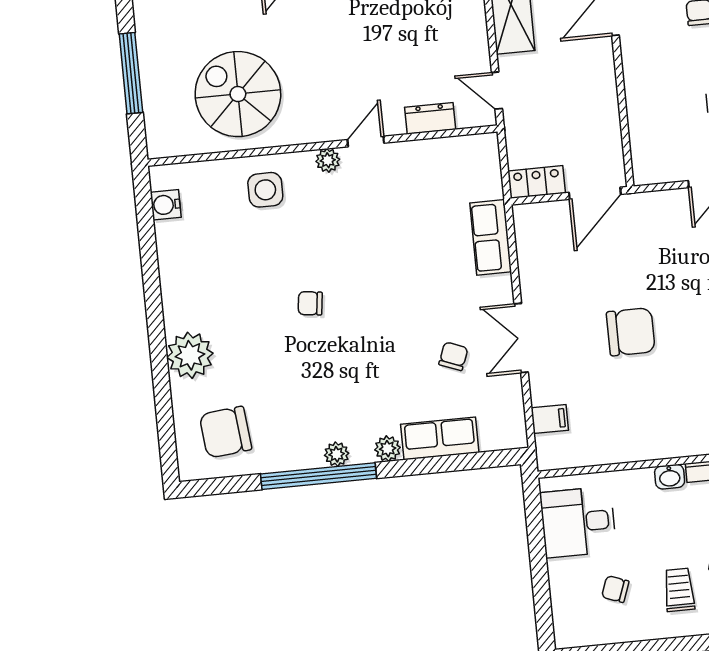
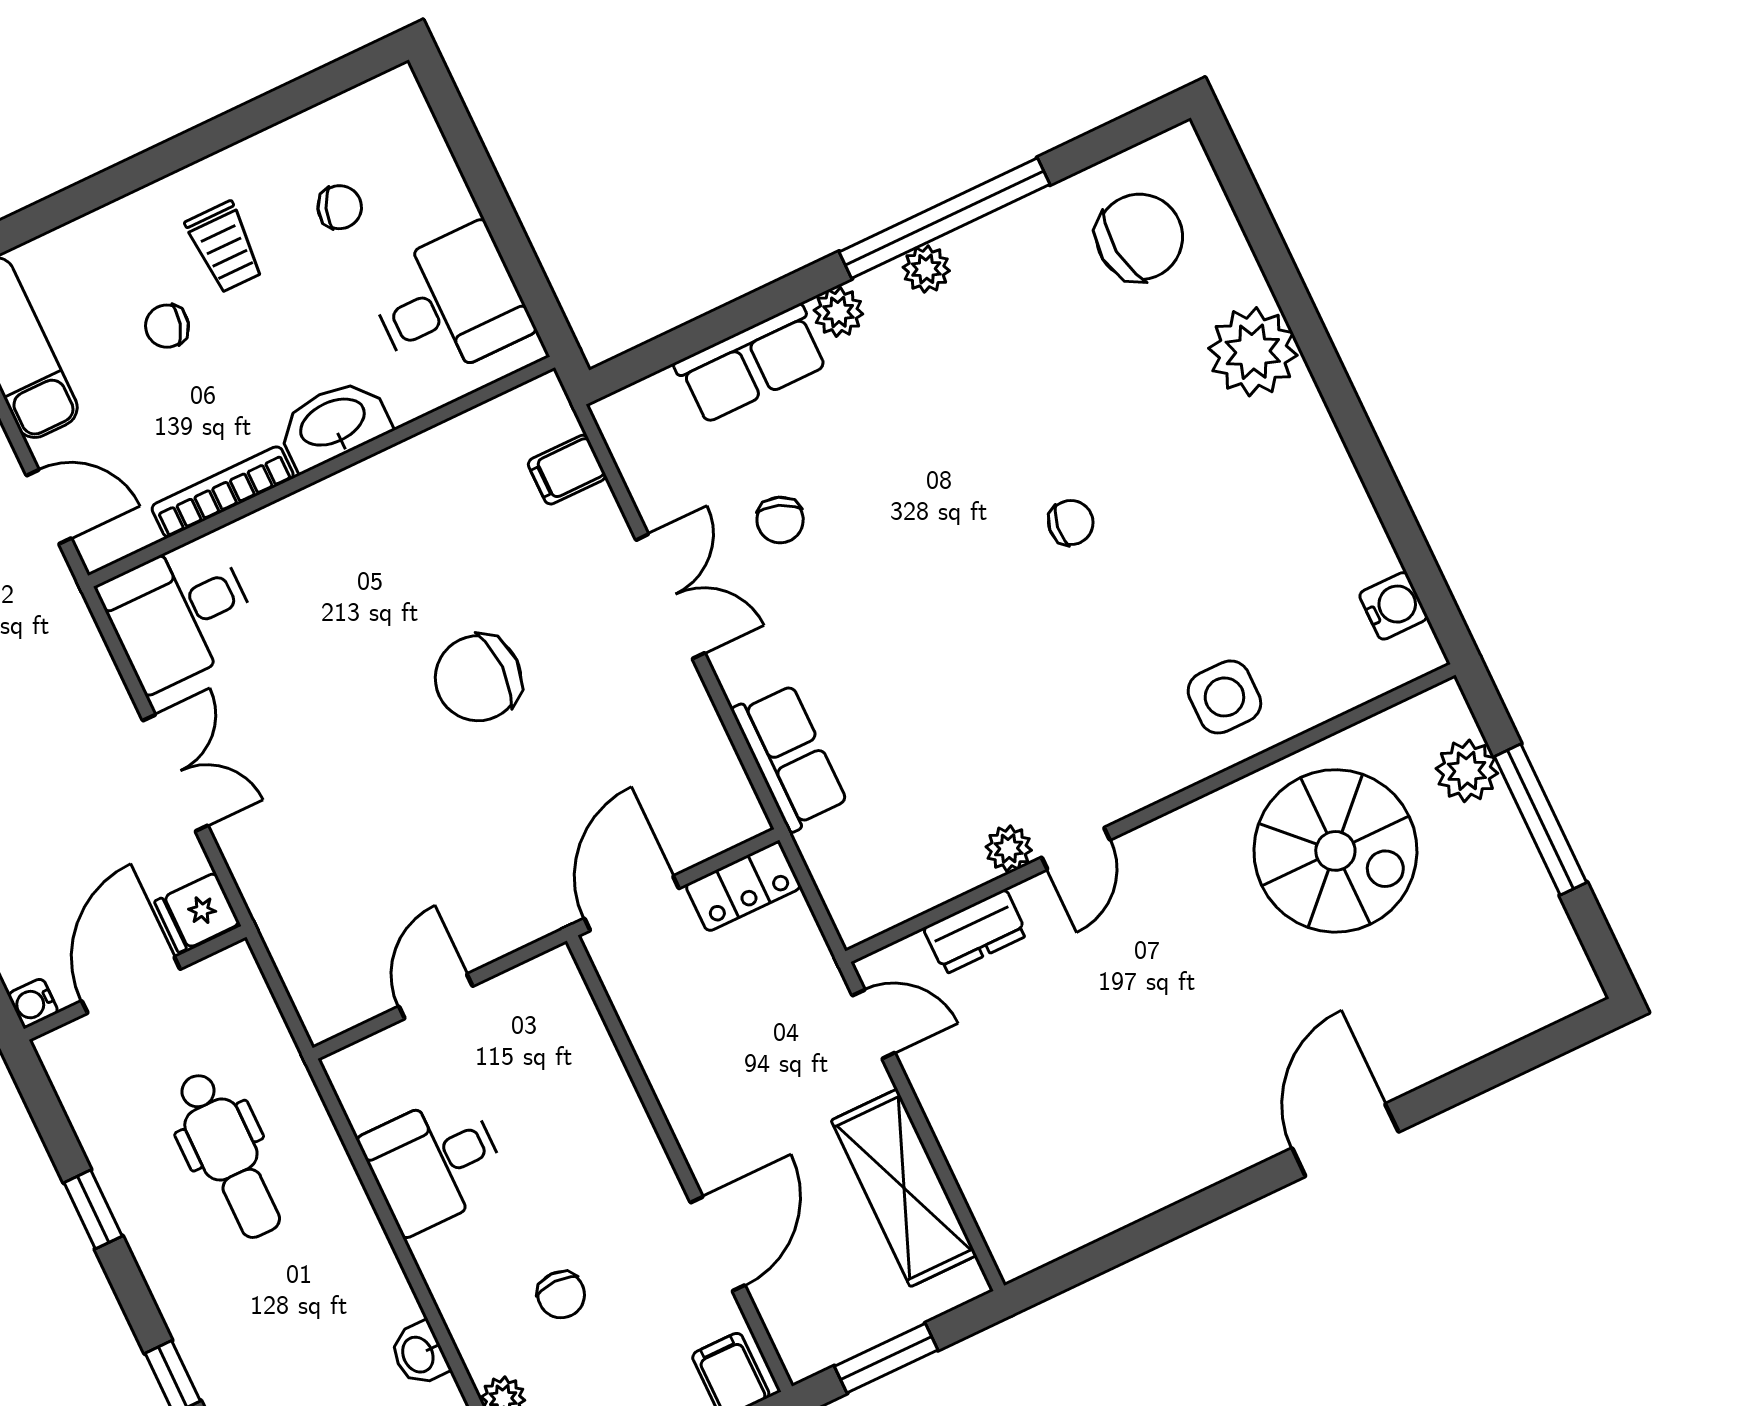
plant: (159, 110) -> (1467, 771), added
plant: (328, 160) -> (1009, 848), moved
washbasin: (670, 477) -> (333, 424), width x1.91, depth x1.45

